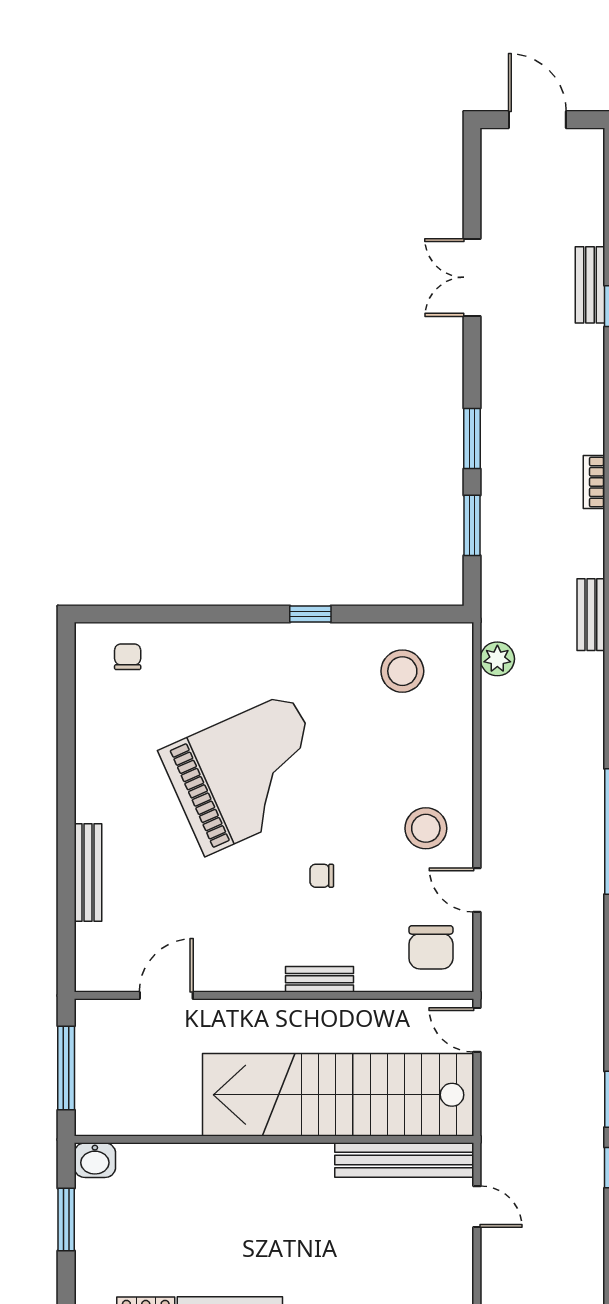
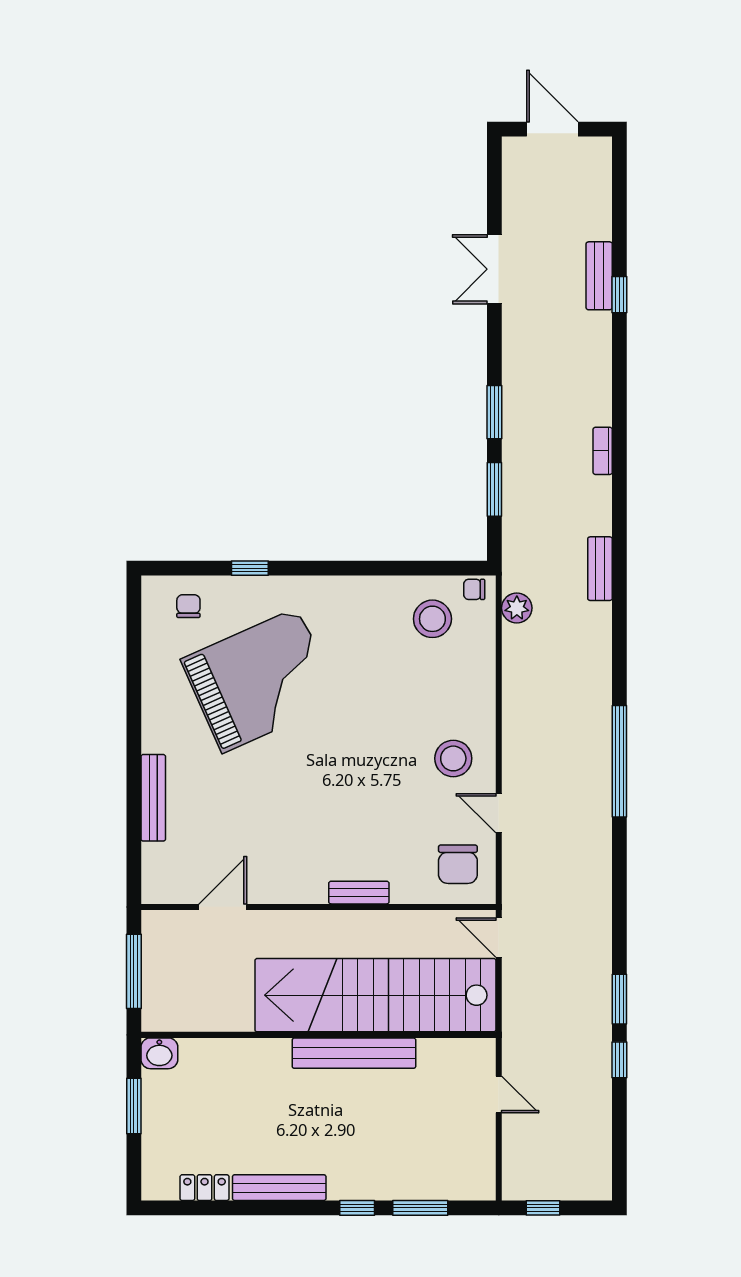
window: (310, 614) -> (250, 568), moved
grand piano: (248, 774) -> (260, 680), moved
chair: (322, 876) -> (474, 589), moved
bench: (404, 1160) -> (354, 1053), moved

